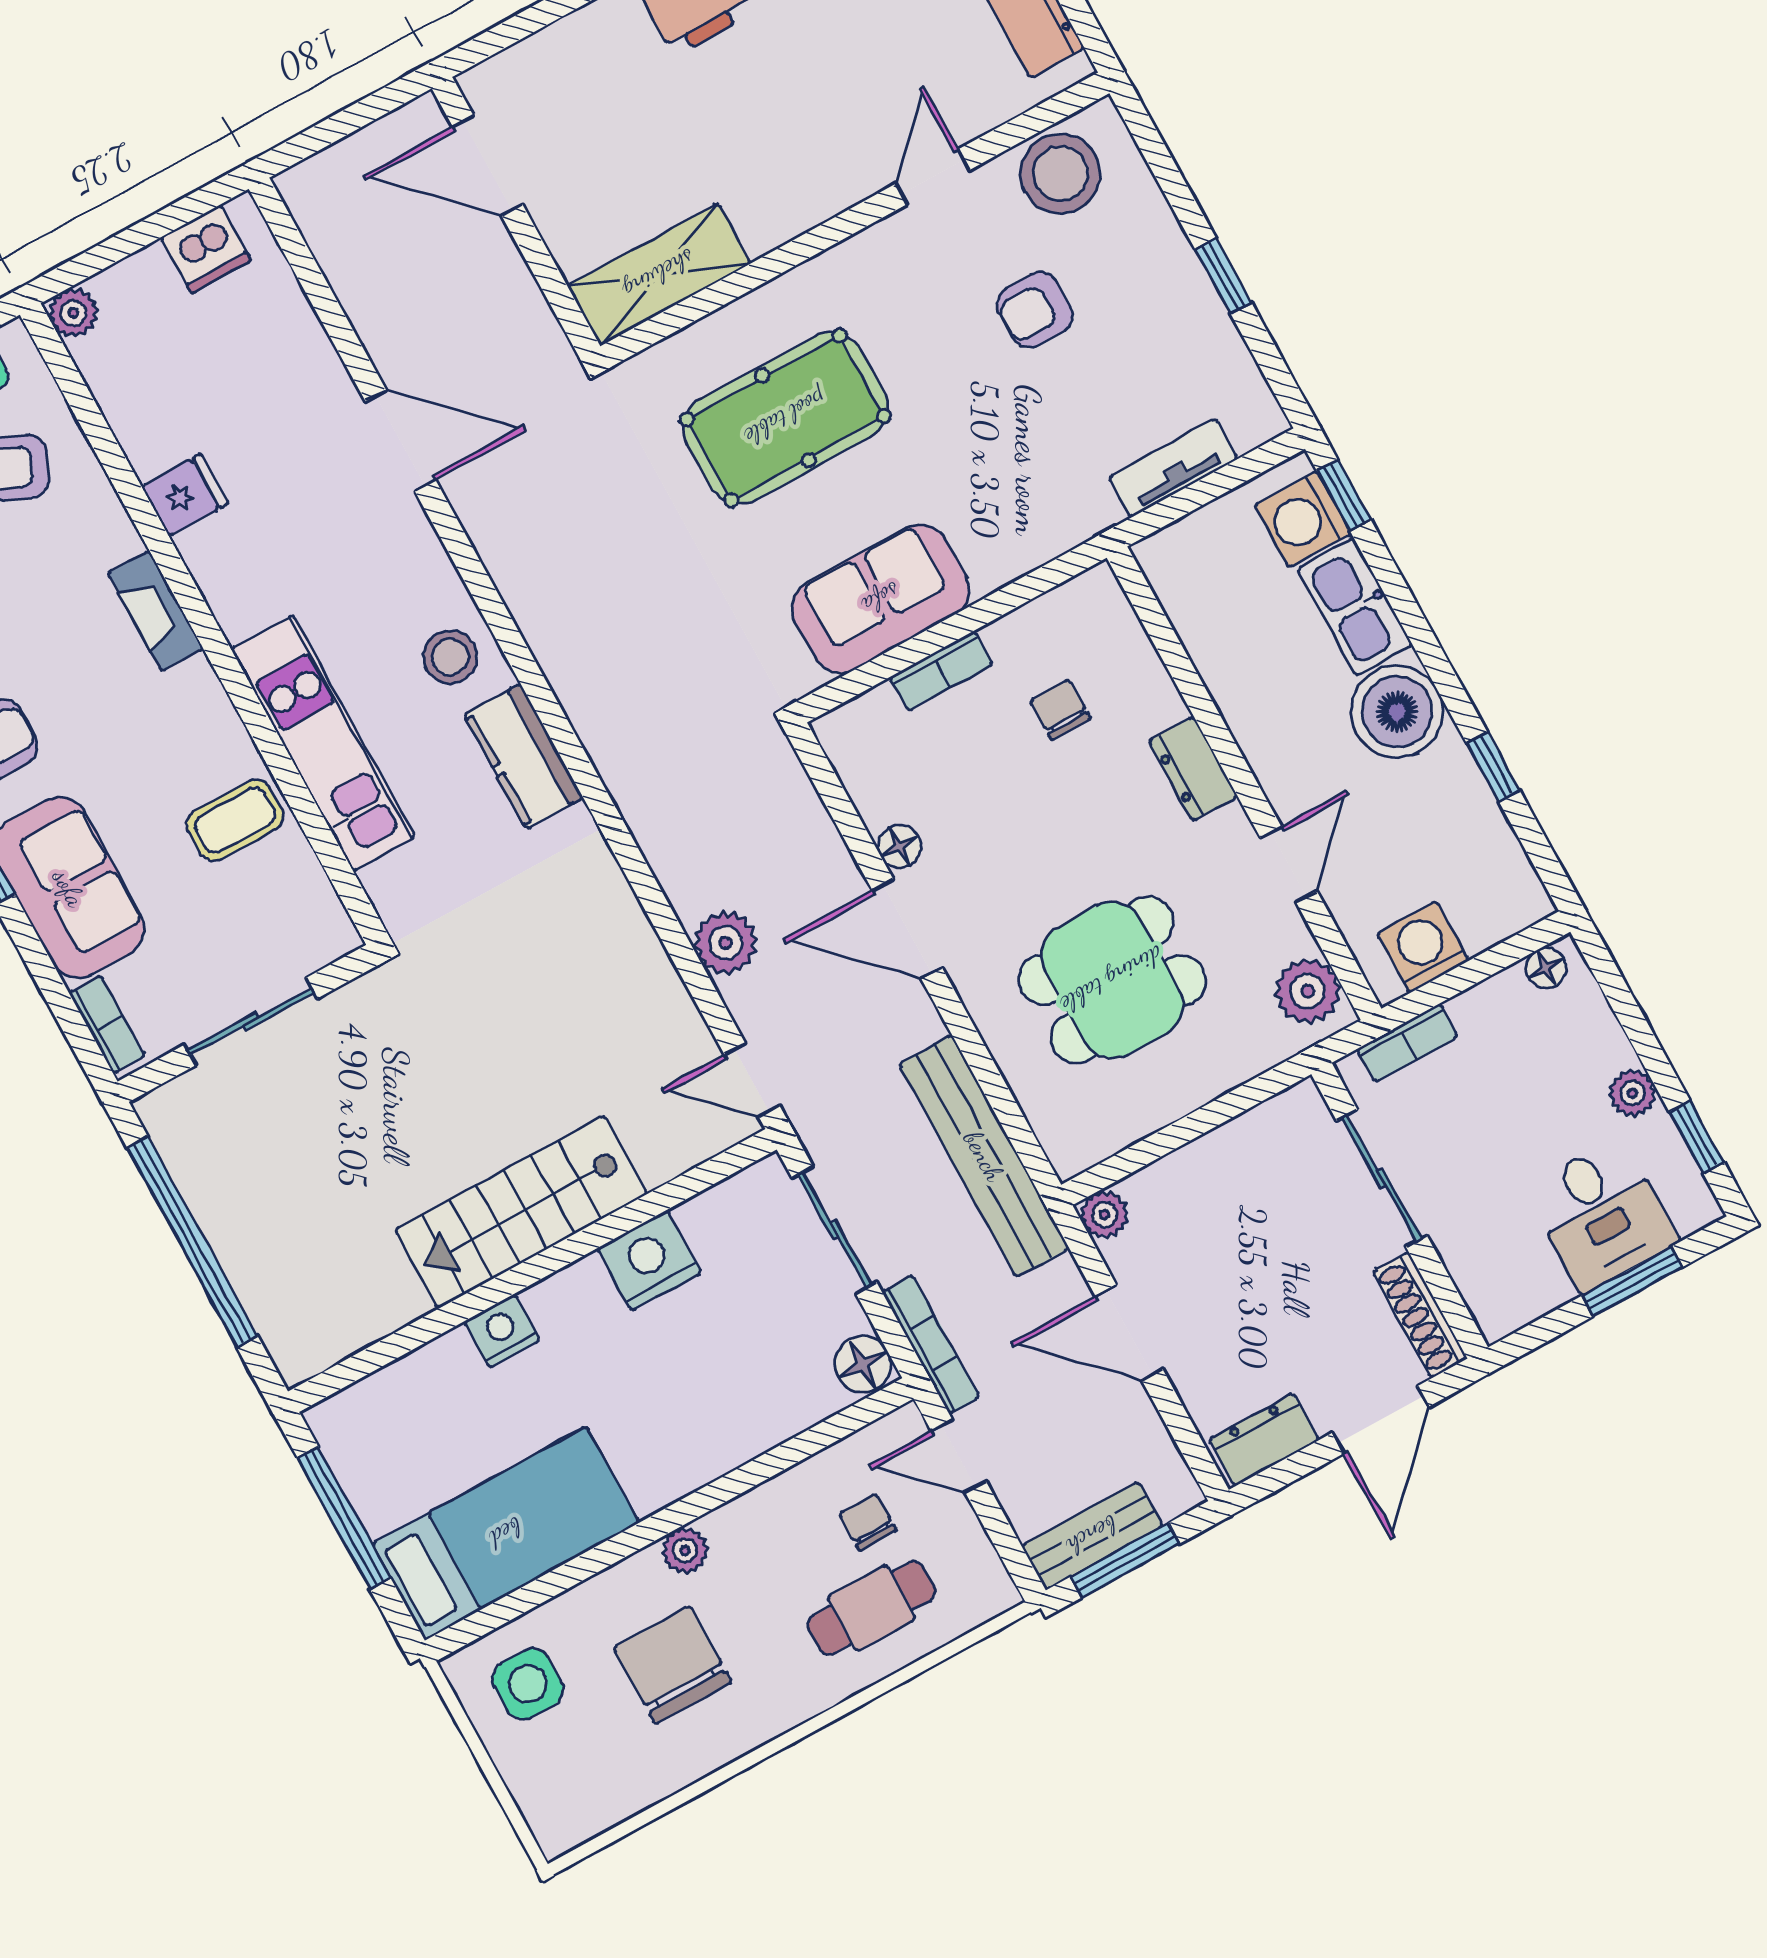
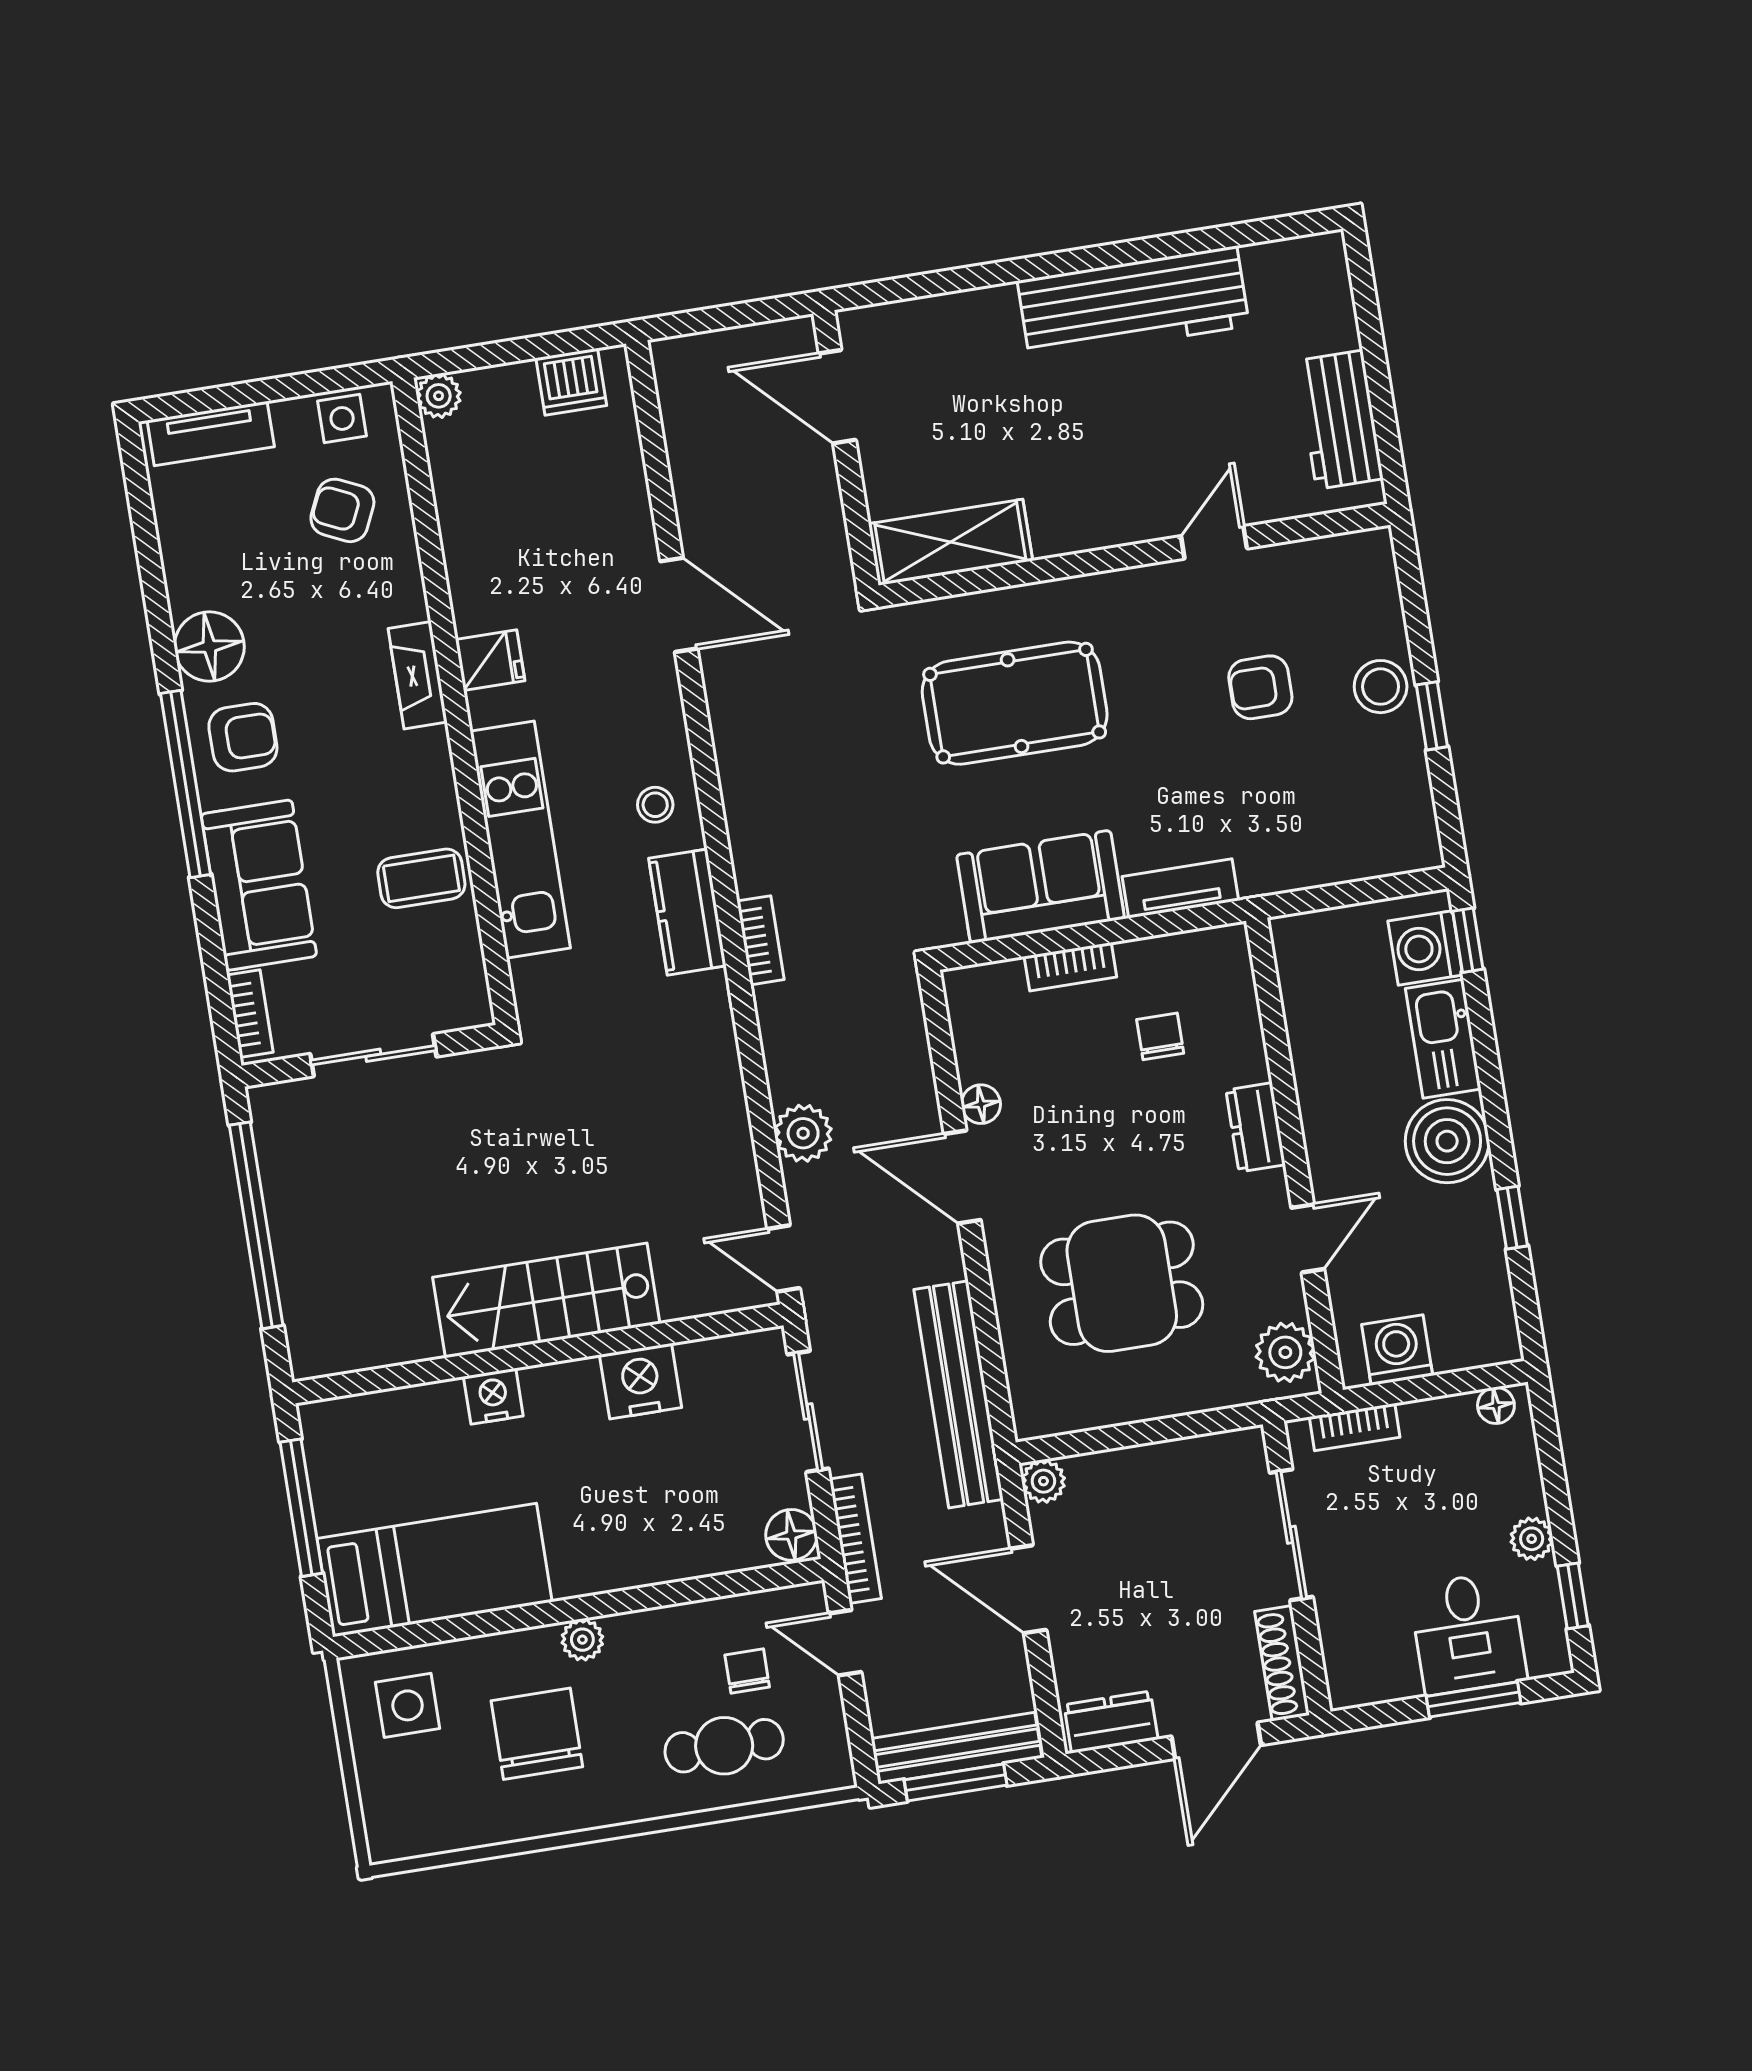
stool: (1060, 174) -> (1381, 687), moved, width x0.73, depth x0.73
tv unit: (1173, 468) -> (1180, 889), moved
fridge: (185, 495) -> (490, 660), moved
stool: (450, 657) -> (655, 805), width x0.73, depth x0.73
bookcase: (610, 758) -> (761, 940), added
bench: (1092, 1536) -> (957, 1748), width x1.36

